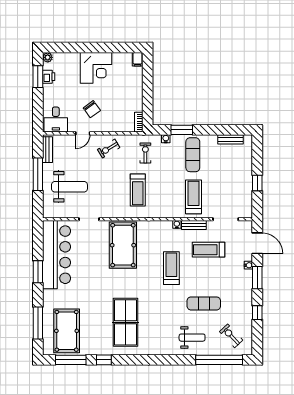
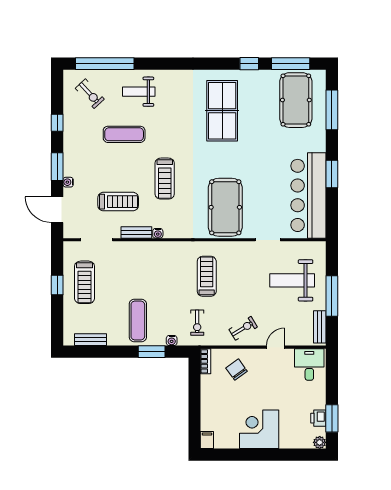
chair: (92, 109) -> (237, 370), moved
treadmill: (193, 197) -> (85, 282), moved

